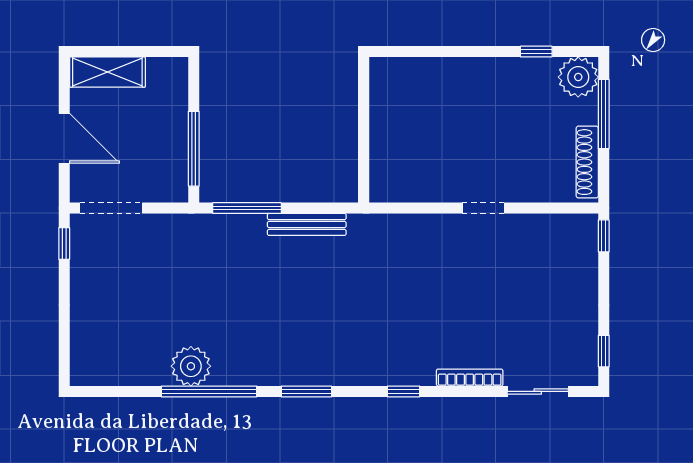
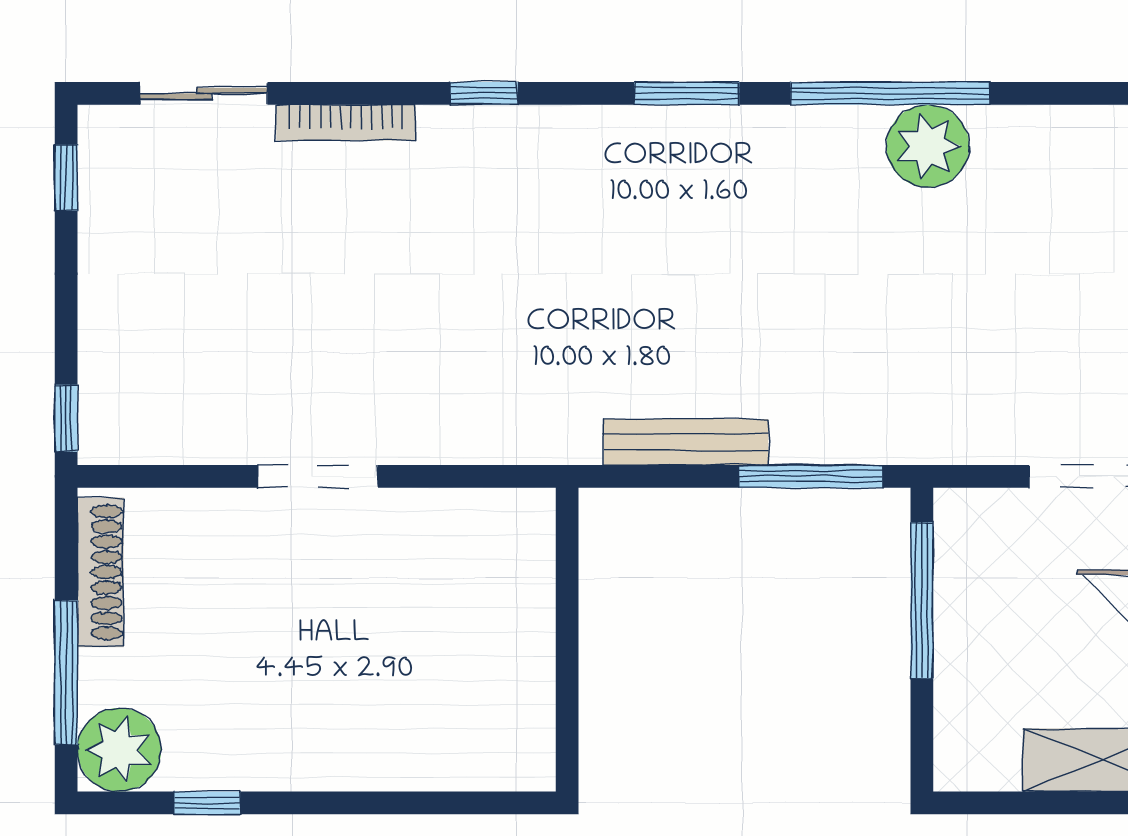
doorway: (483, 208) -> (318, 476), width x1.38

